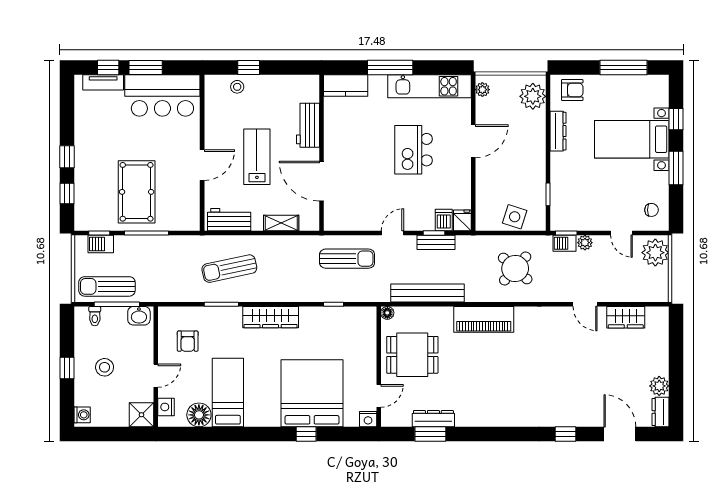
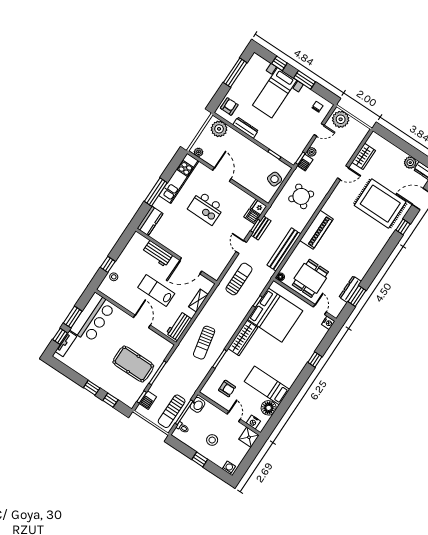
rug: (577, 382) -> (380, 204), added
bed: (312, 393) -> (275, 315), moved, turned 180

